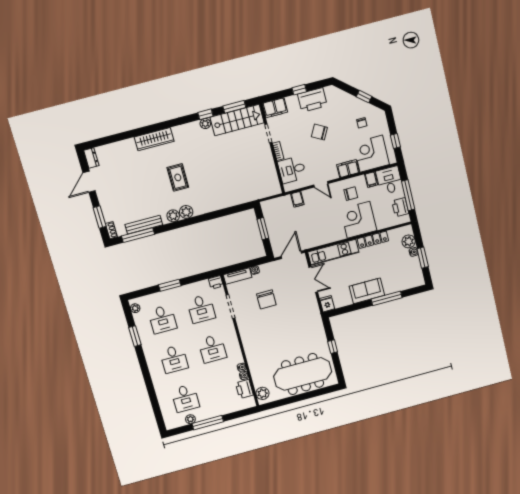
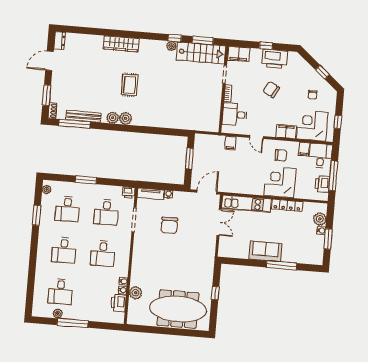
fridge: (327, 304) -> (224, 250), removed
plant: (262, 393) -> (136, 293), moved

